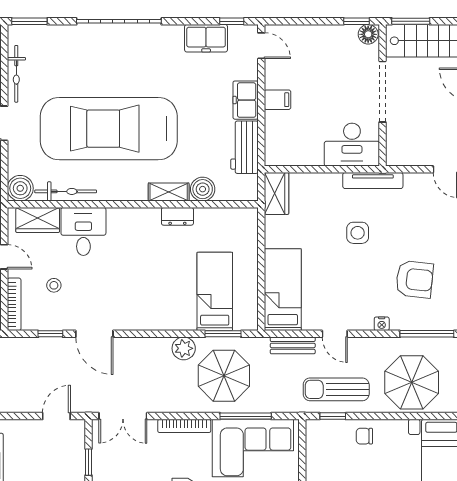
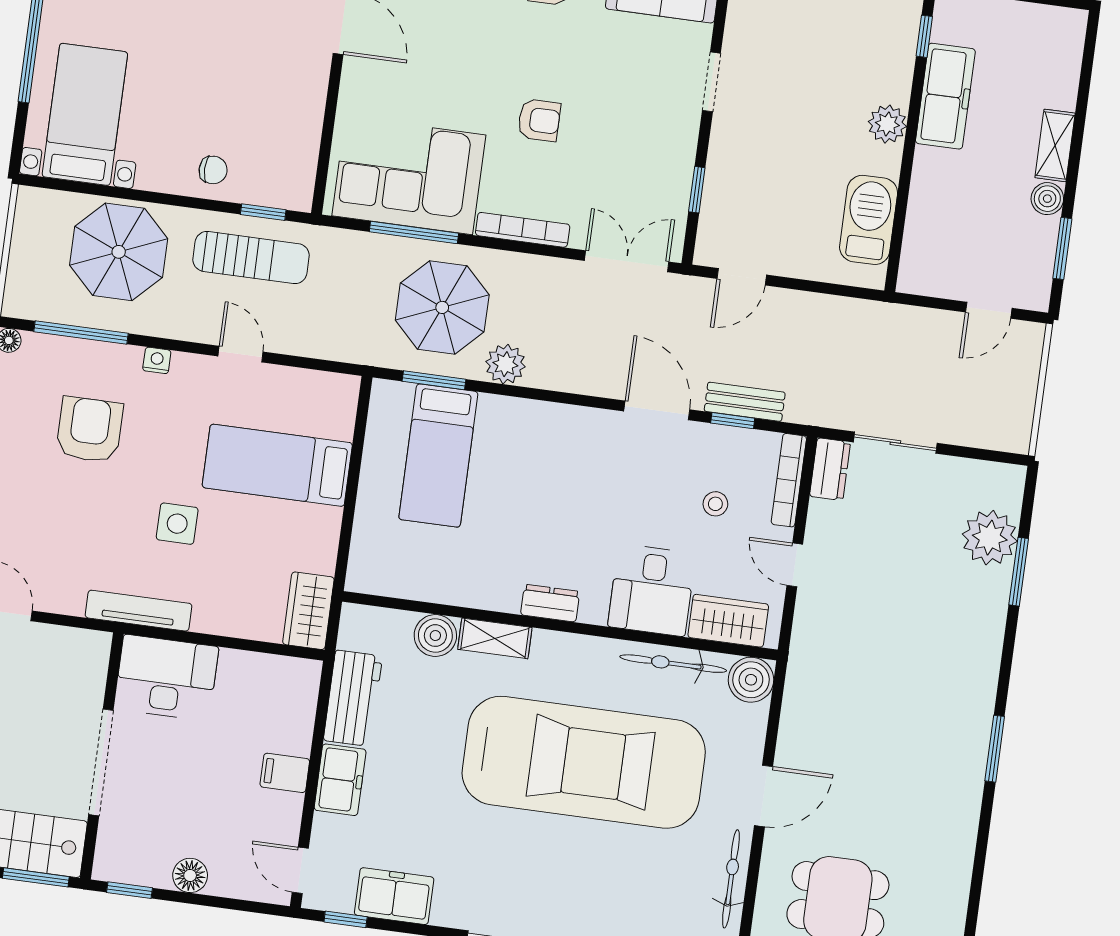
floor lamp: (368, 34) -> (190, 875), moved
dresser: (177, 216) -> (550, 603), moved
armchair: (414, 279) -> (90, 430), turned 84
bed: (283, 290) -> (277, 465), moved, turned 90
bench: (293, 345) -> (745, 402), moved

